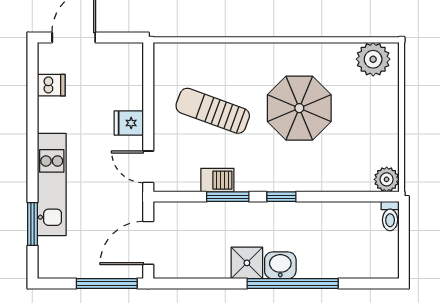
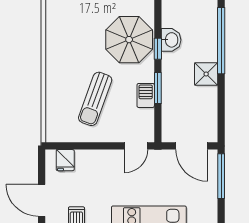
parasol: (299, 108) -> (129, 40), moved
fridge: (129, 123) -> (65, 160), moved
washbasin: (280, 265) -> (171, 40), moved, turned 180

